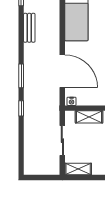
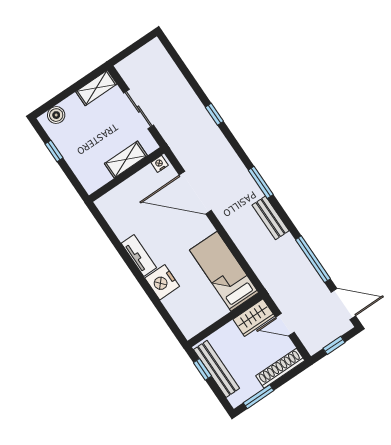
window: (21, 76) -> (261, 182), moved

